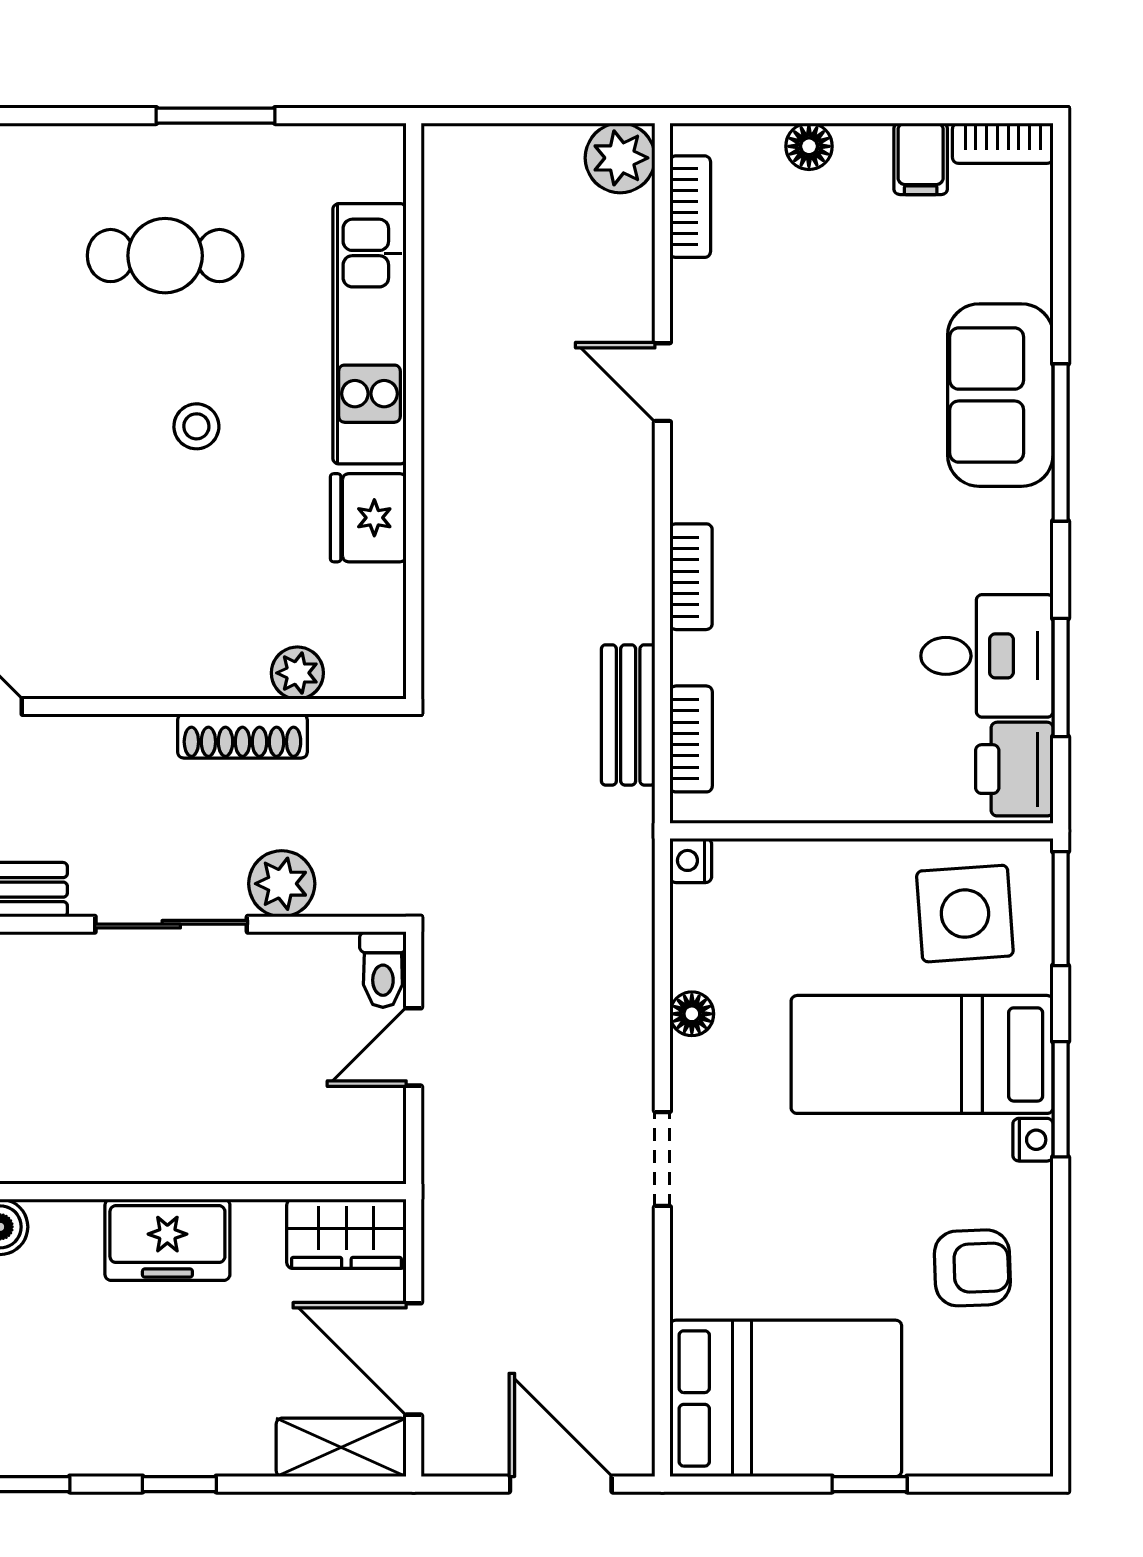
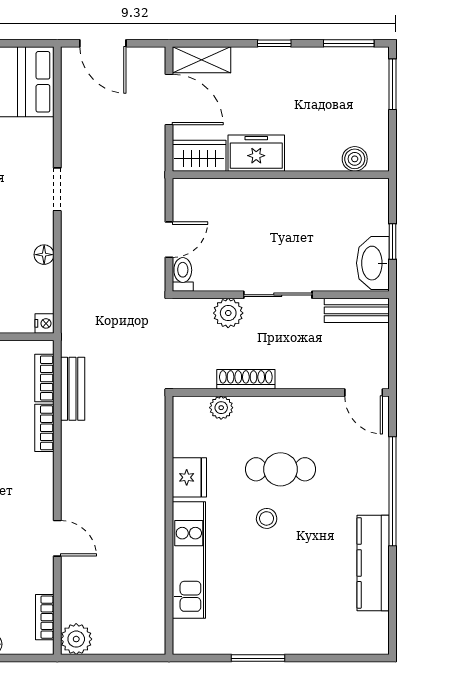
cafe table: (165, 256) -> (280, 469), moved
bookcase: (691, 577) -> (44, 428), moved
freezer: (167, 1240) -> (256, 153), moved

